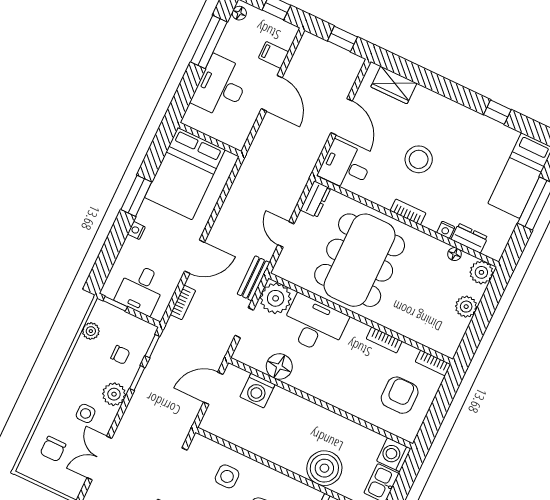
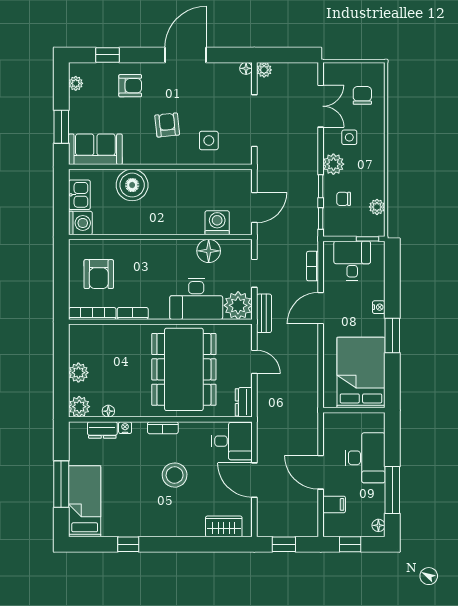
bookcase: (433, 363) -> (92, 313), width x1.56

